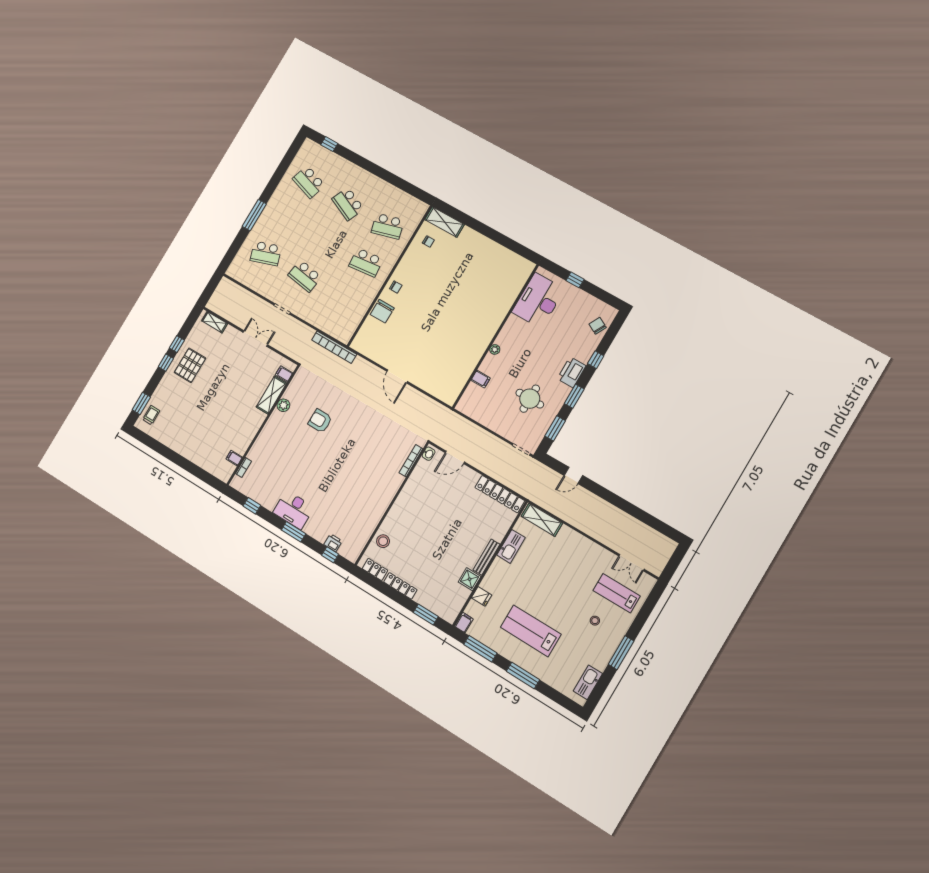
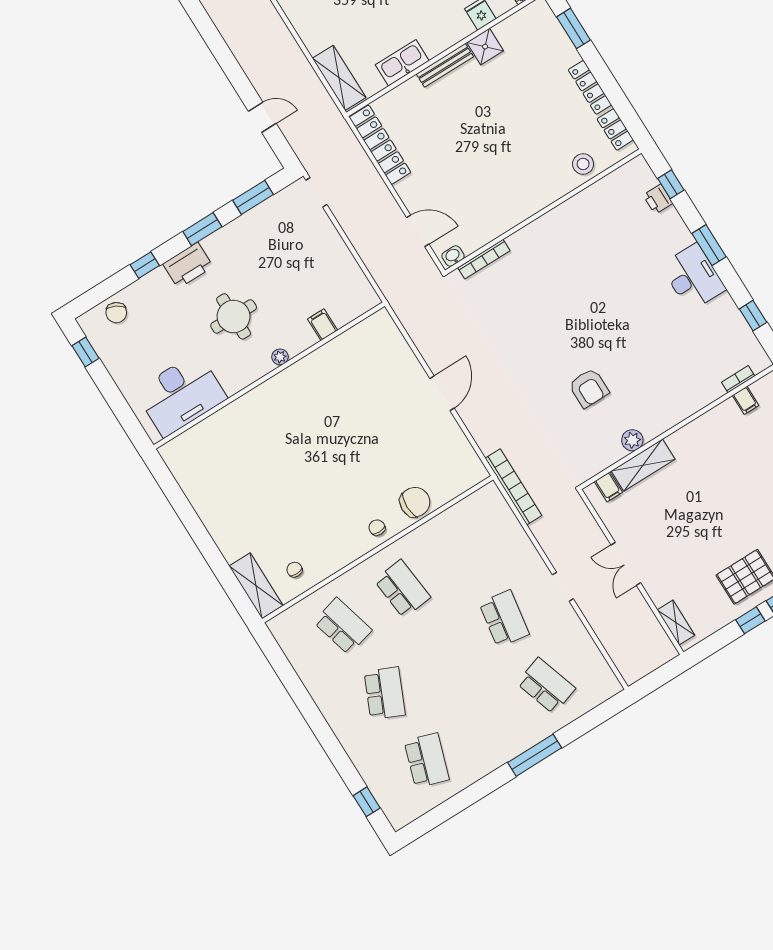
window: (575, 280) -> (85, 352), moved
round table: (530, 399) -> (234, 316), moved

